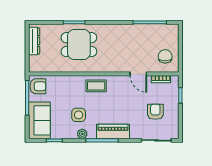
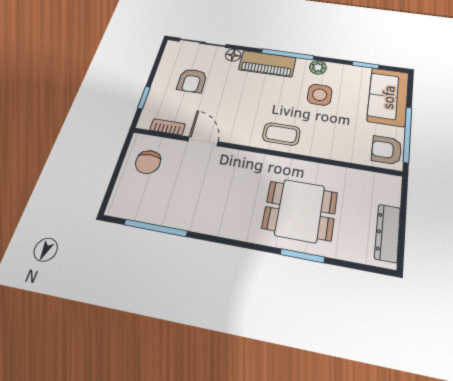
floor lamp: (135, 134) -> (233, 55), added

